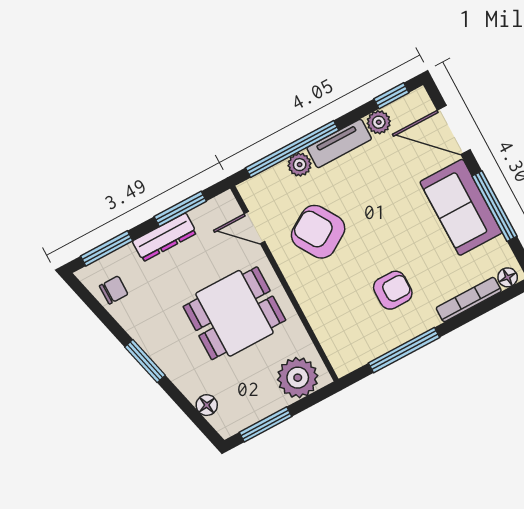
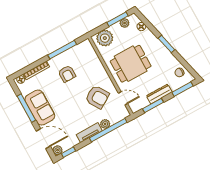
plant: (379, 122) -> (58, 150), moved
armchair: (393, 290) -> (67, 74), turned -90
plant: (248, 414) -> (125, 23), added

